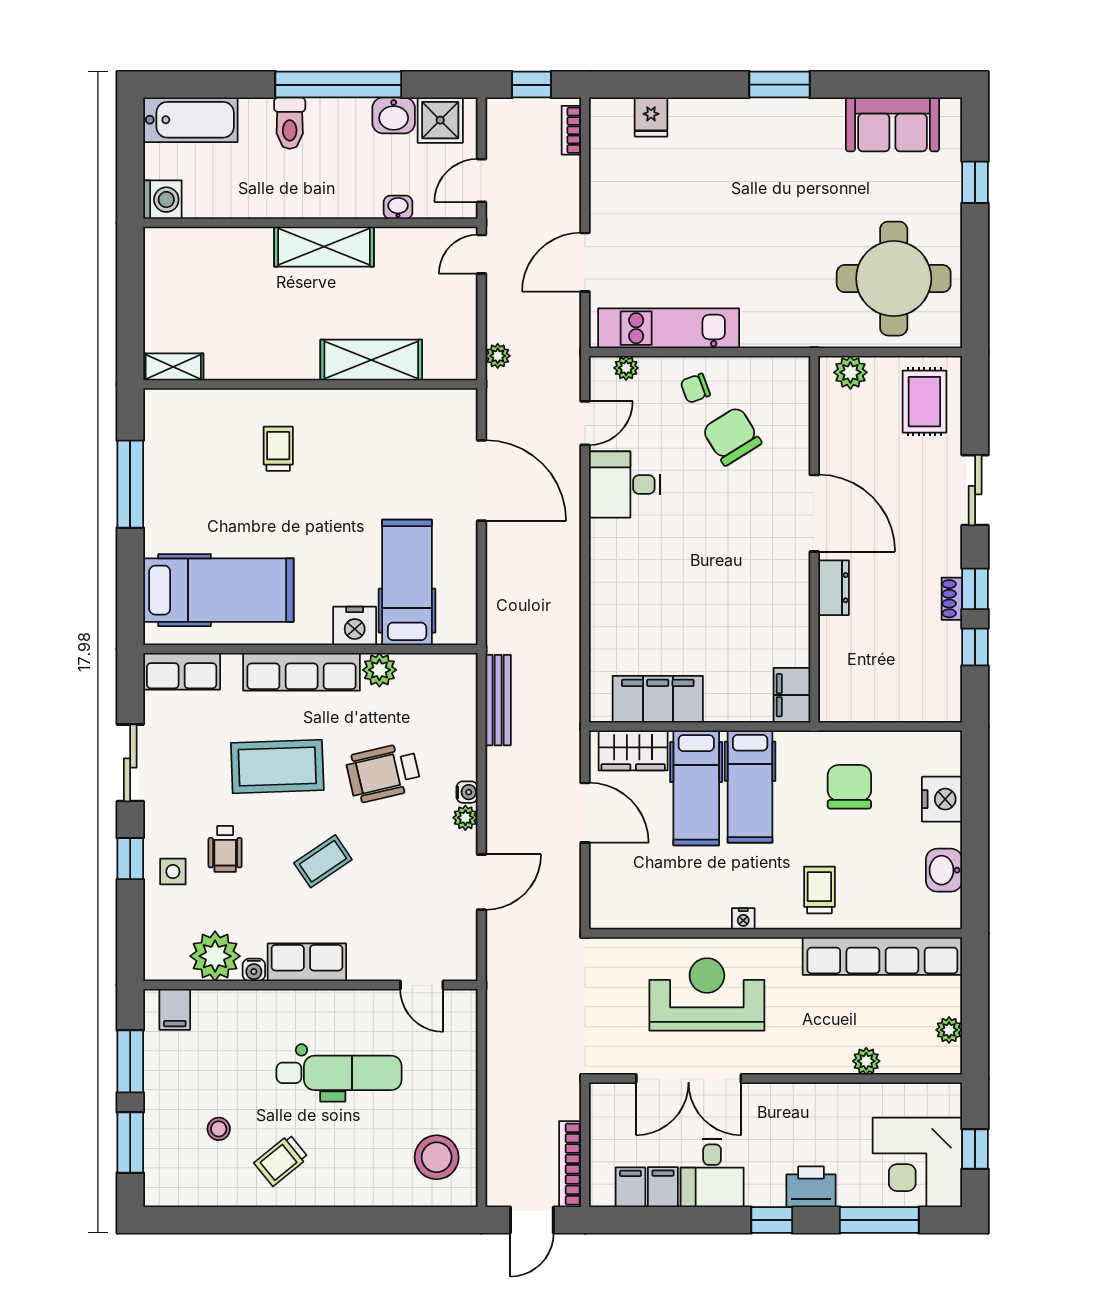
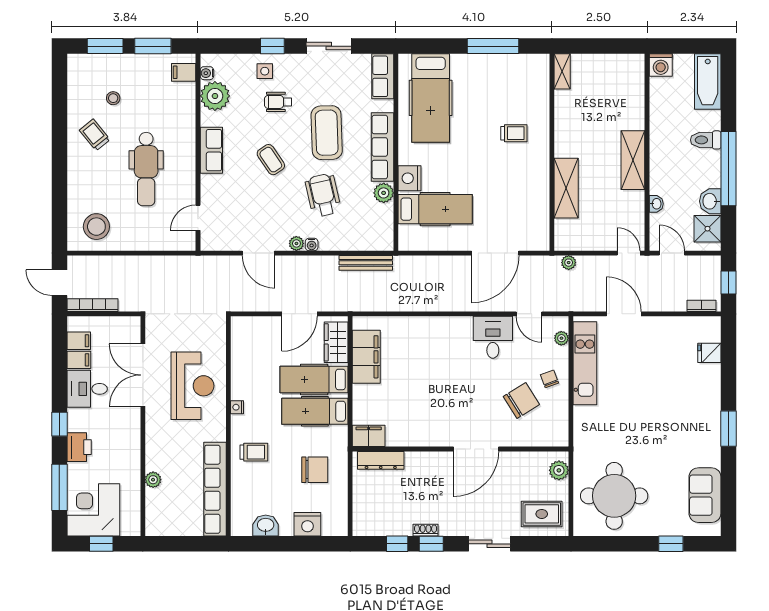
dresser: (834, 588) -> (381, 460), moved, width x1.44
water cooler: (254, 970) -> (207, 73), moved
plant: (949, 1030) -> (171, 528), removed

